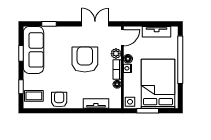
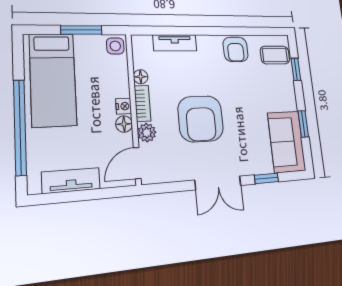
double door: (95, 24) -> (218, 183), moved
sofa: (33, 50) -> (287, 142), width x0.73
bed: (158, 84) -> (53, 80), width x0.67

